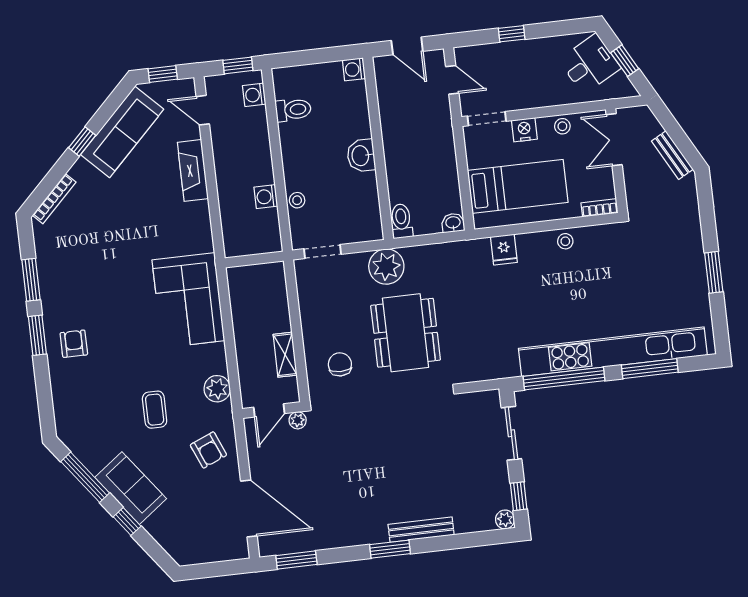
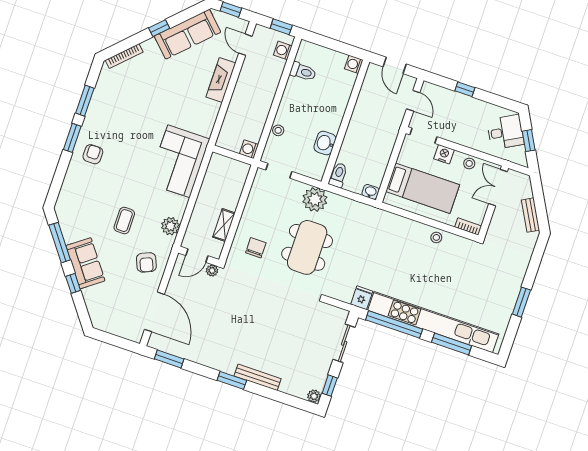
washbasin: (361, 156) -> (325, 143), moved
washing machine: (266, 197) -> (249, 149), moved
fridge: (504, 249) -> (362, 298), moved, turned 180

